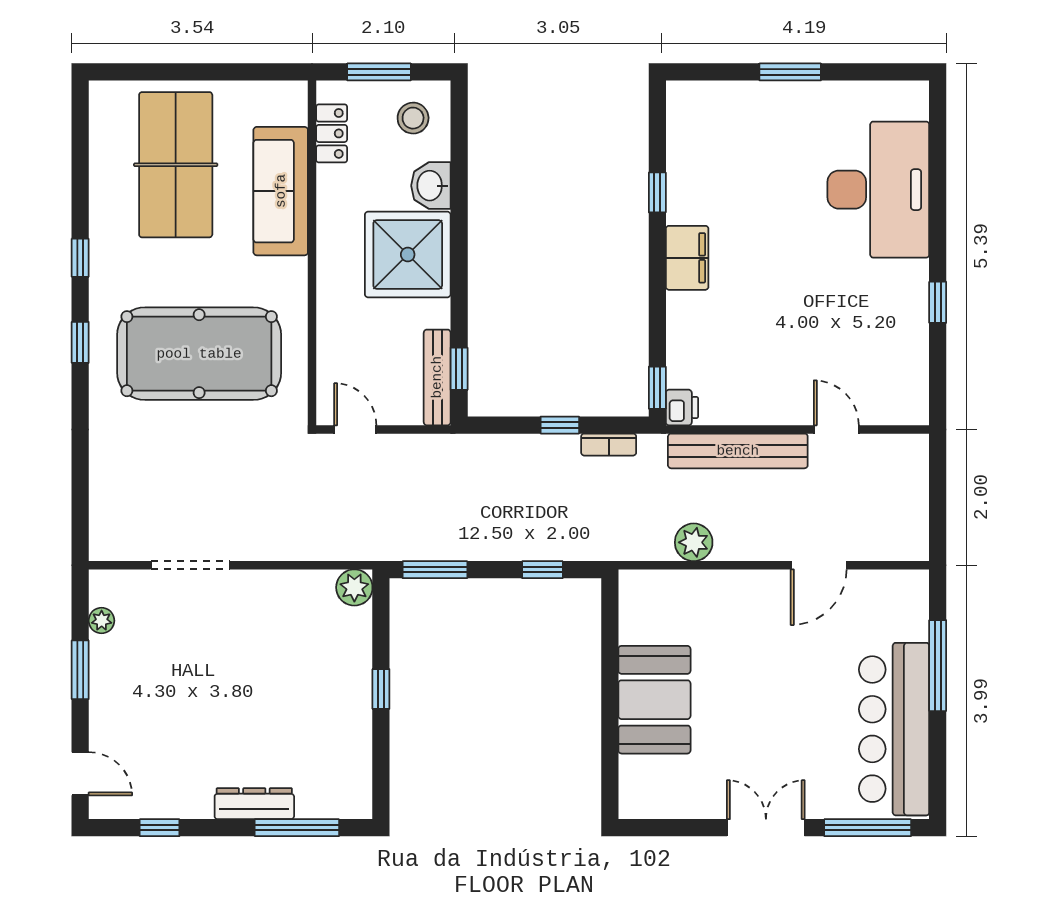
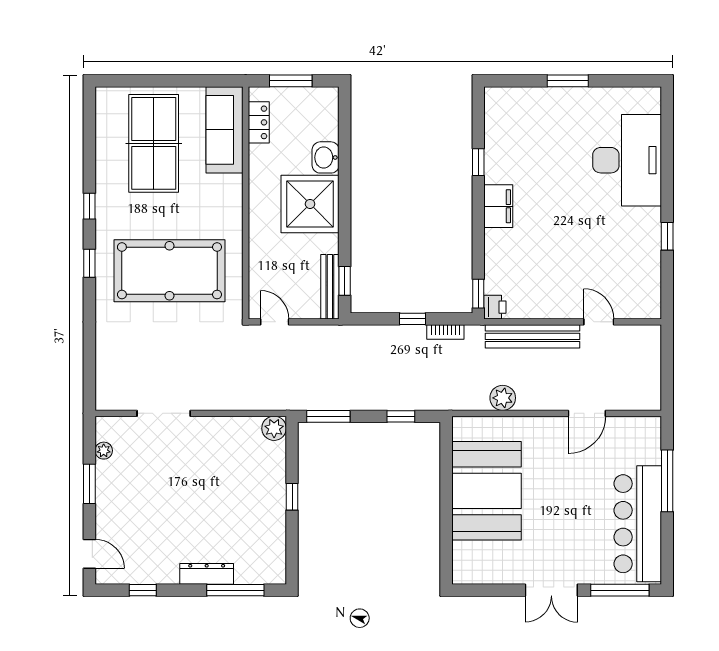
stool: (413, 118) -> (314, 112), removed
sofa: (281, 191) -> (224, 130), moved
booth: (654, 700) -> (487, 491), width x1.36, depth x1.42
double door: (766, 828) -> (551, 590), swing flipped

